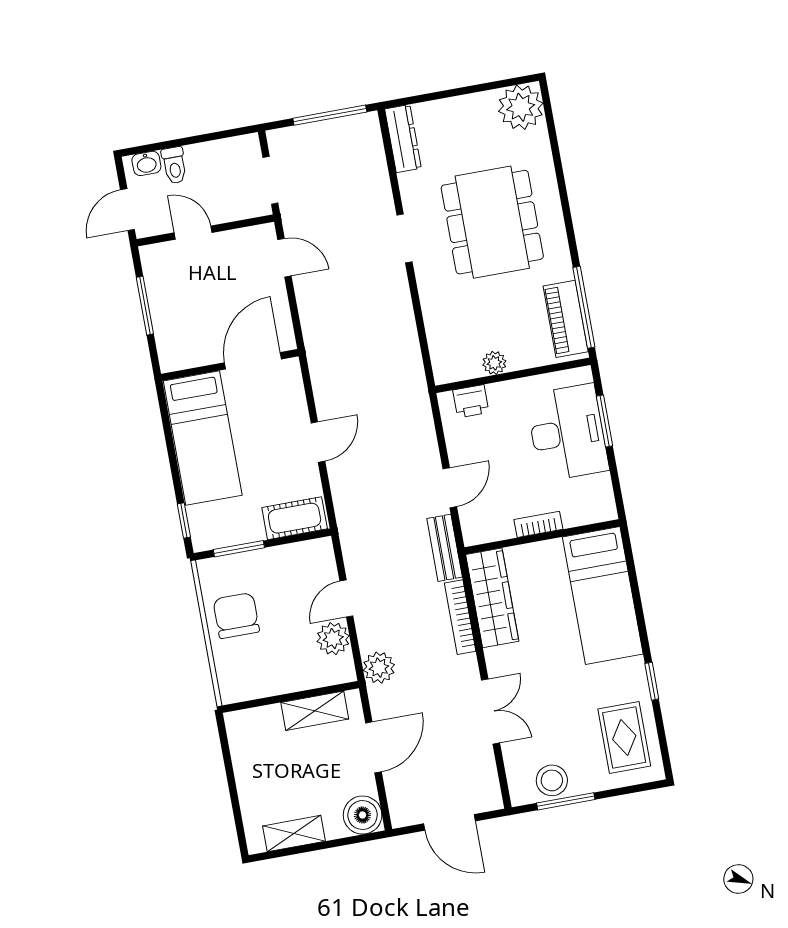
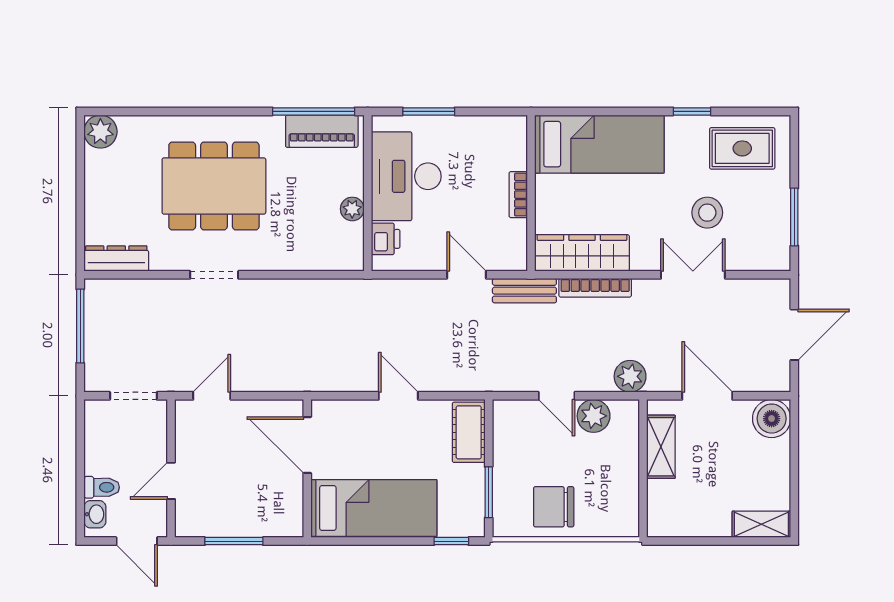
plant: (521, 107) -> (100, 132), width x0.73, depth x0.73
desk: (567, 433) -> (406, 176), moved, turned -90
stool: (552, 780) -> (707, 213), moved
shelving: (294, 834) -> (761, 524), moved, turned 90

